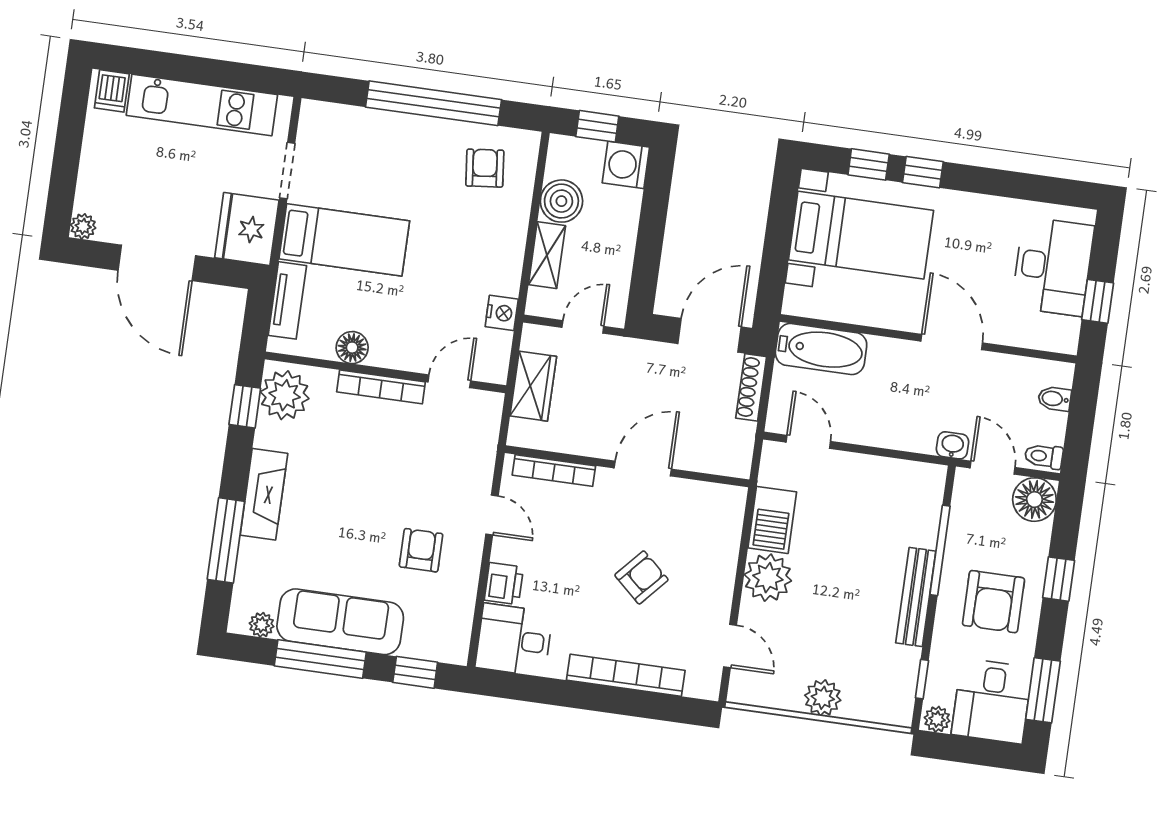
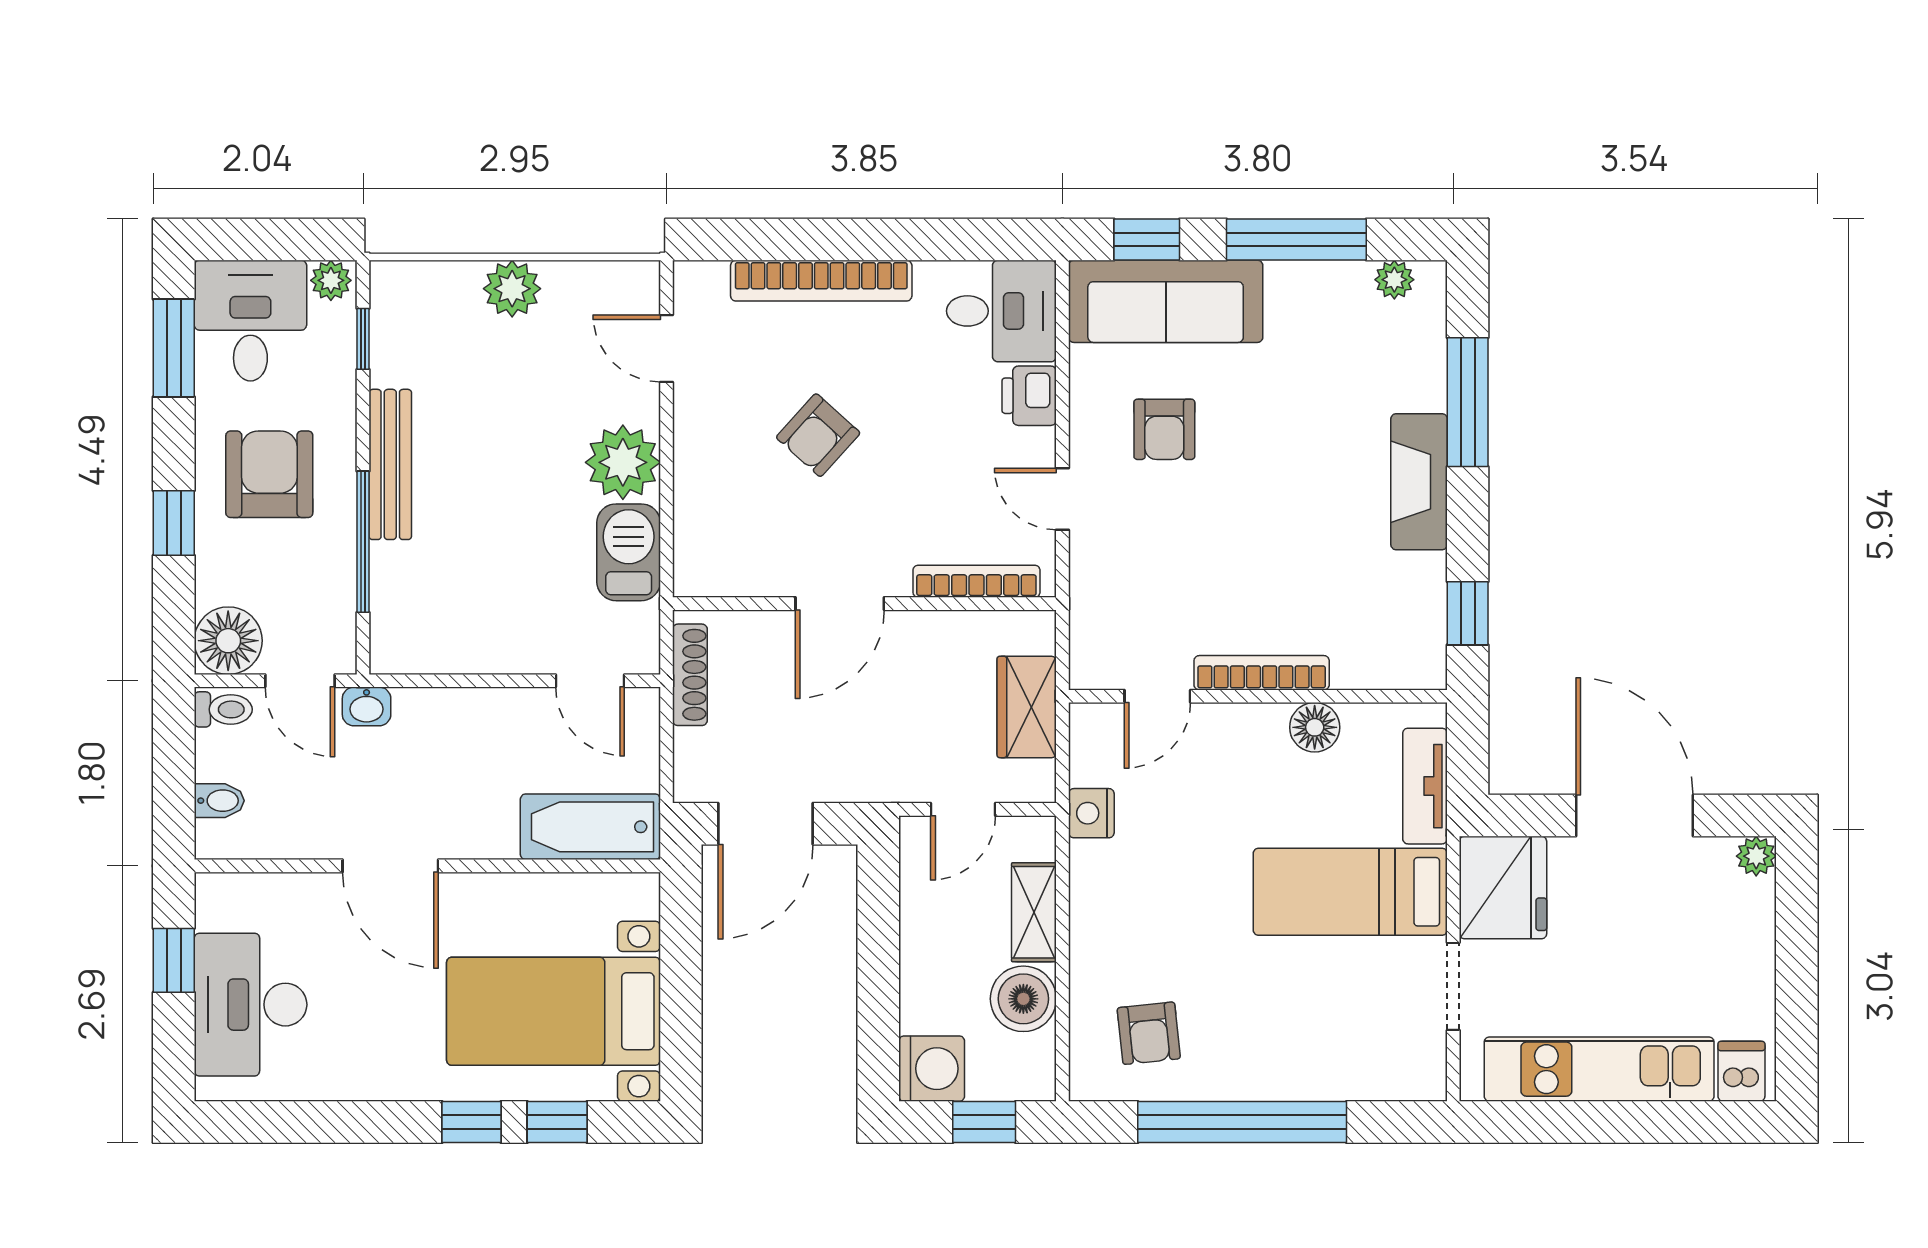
shoe rack: (751, 387) -> (690, 675), moved
plant: (285, 395) -> (1409, 639), removed
sofa: (340, 622) -> (1166, 301), moved

